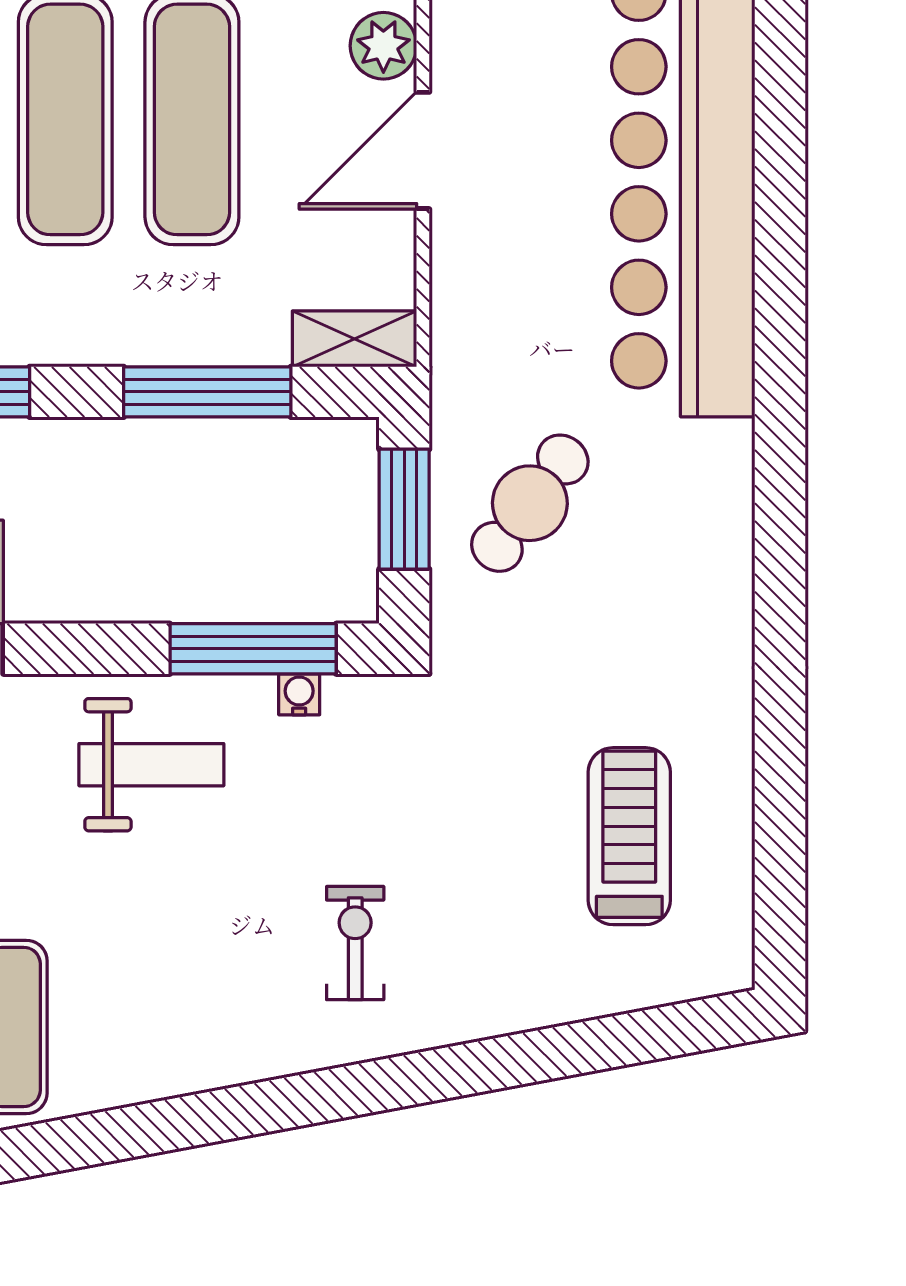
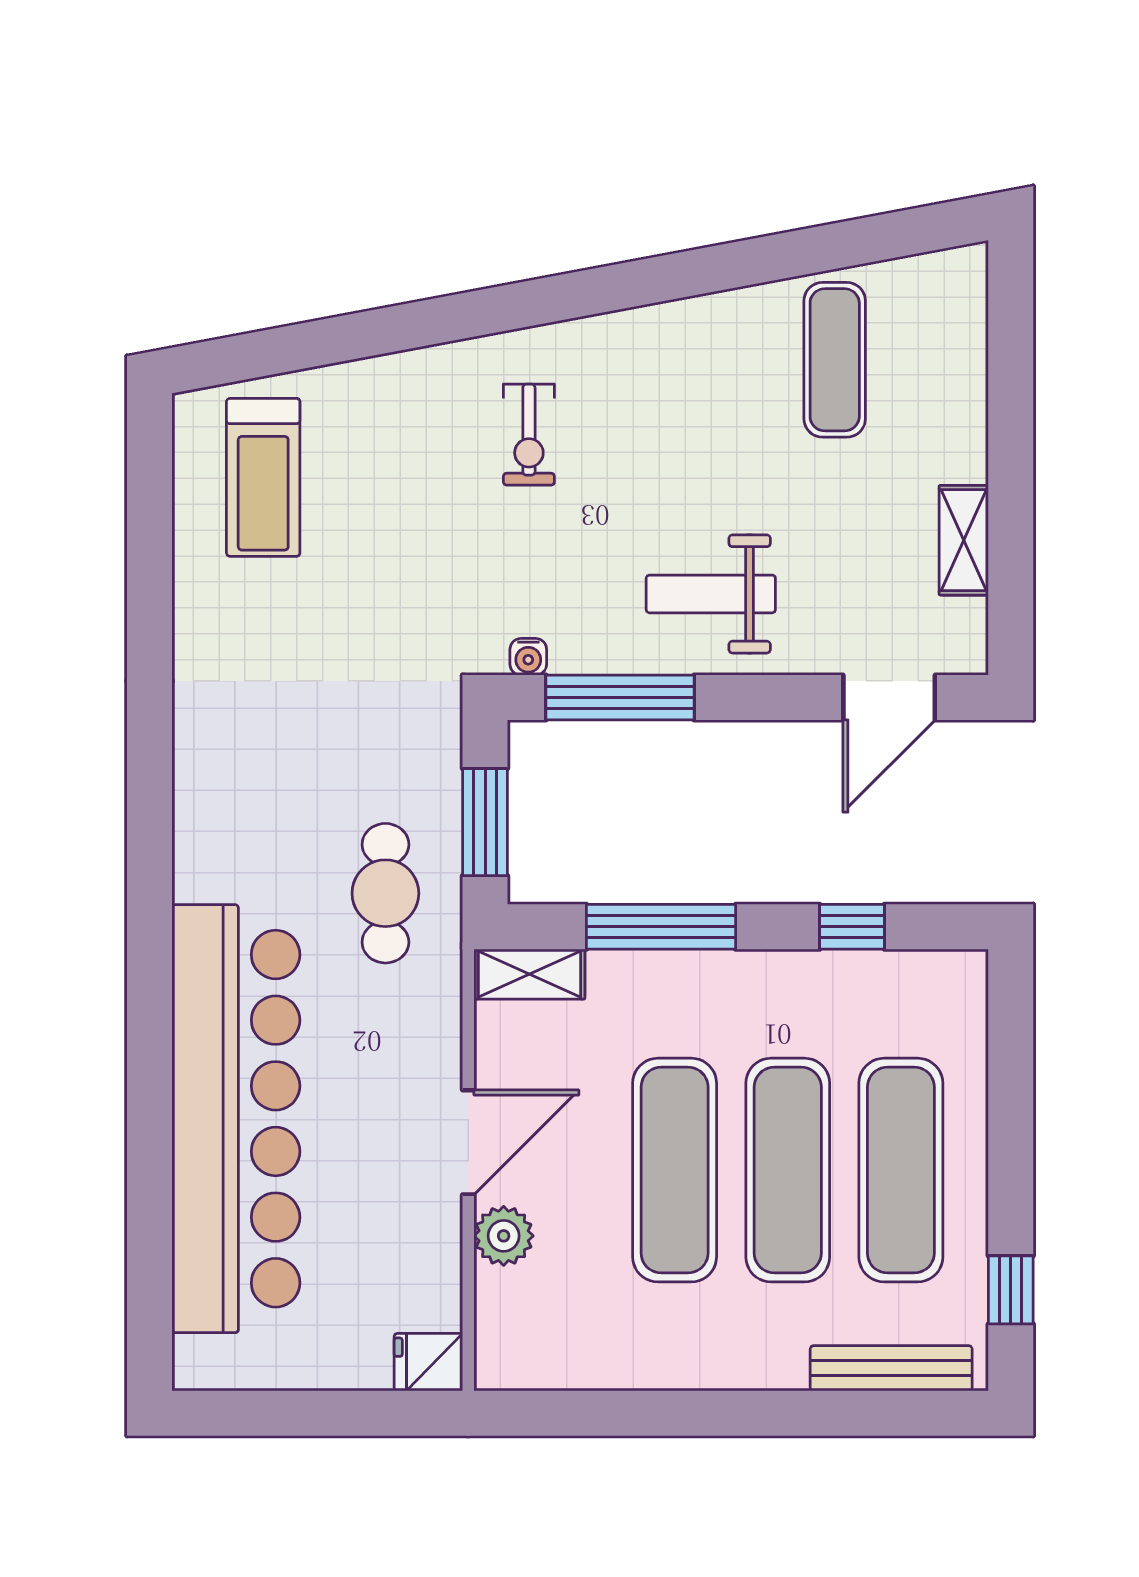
cafe table: (530, 503) -> (385, 893), moved, turned -37
water cooler: (299, 694) -> (528, 657), moved
treadmill: (629, 836) -> (263, 477), moved

